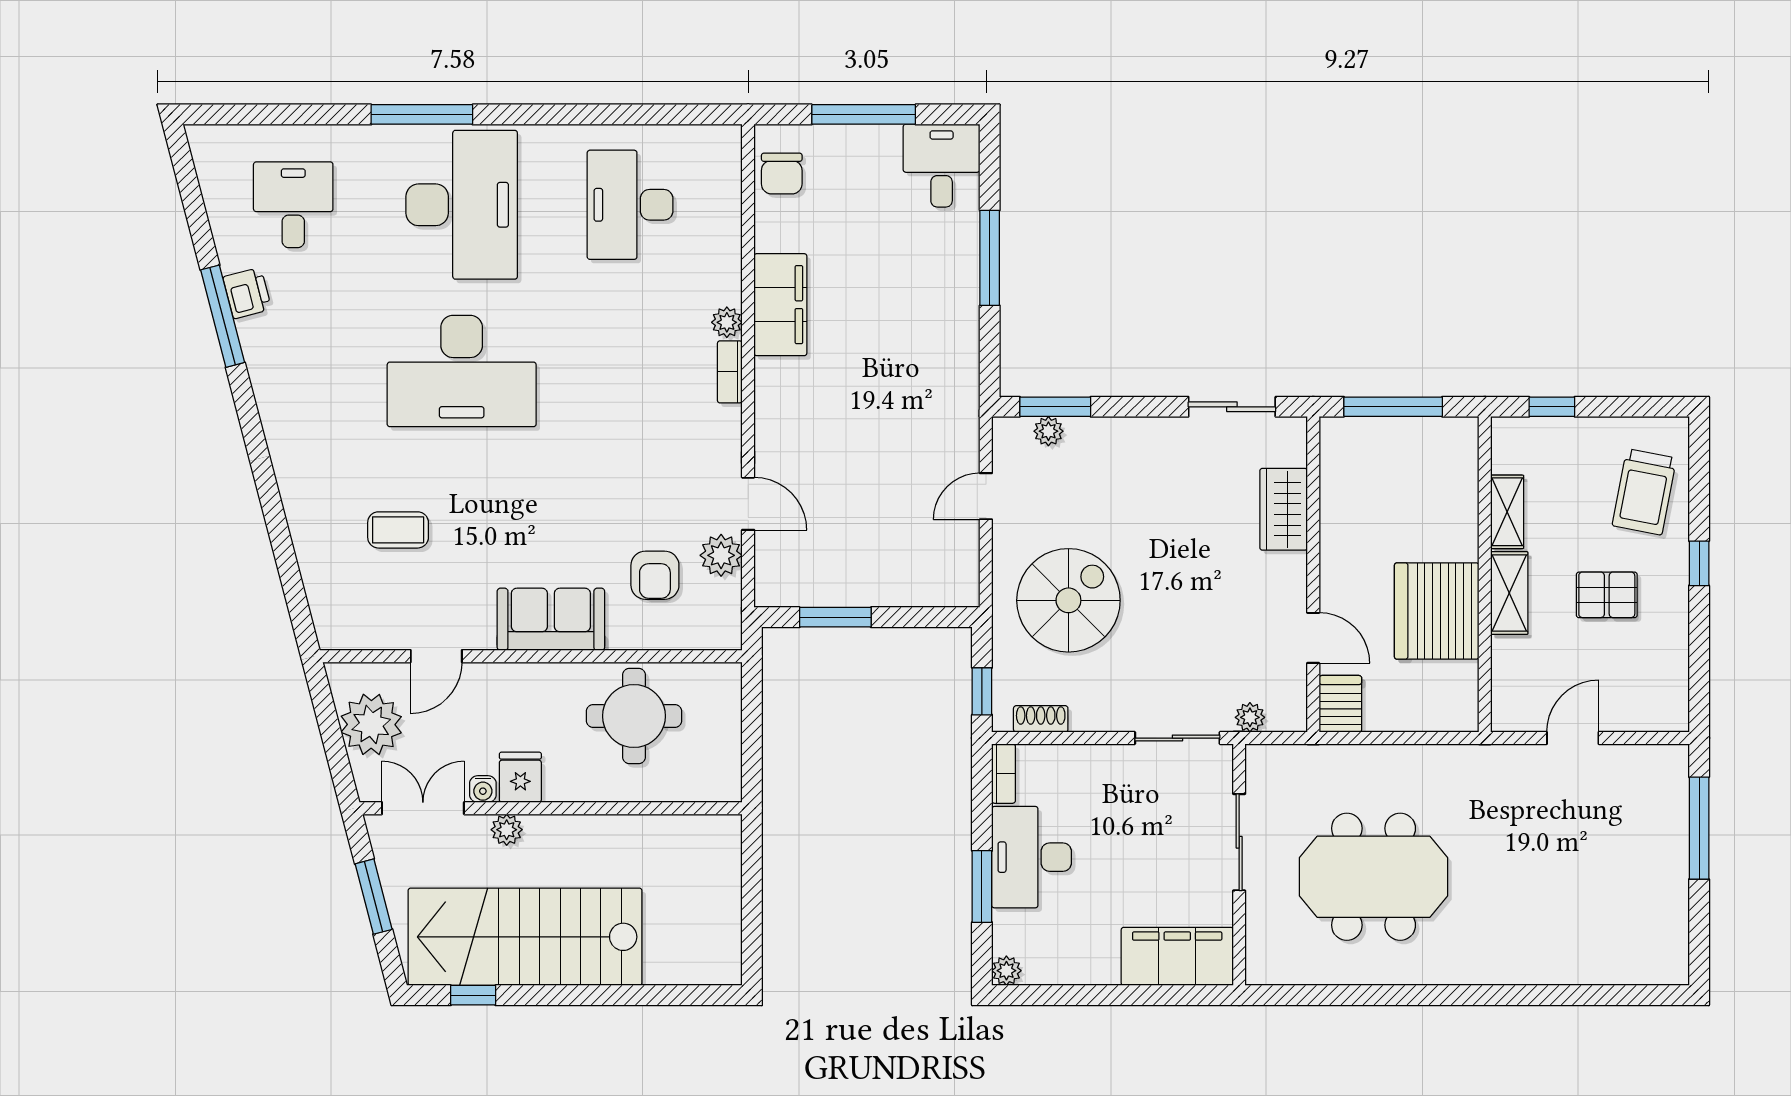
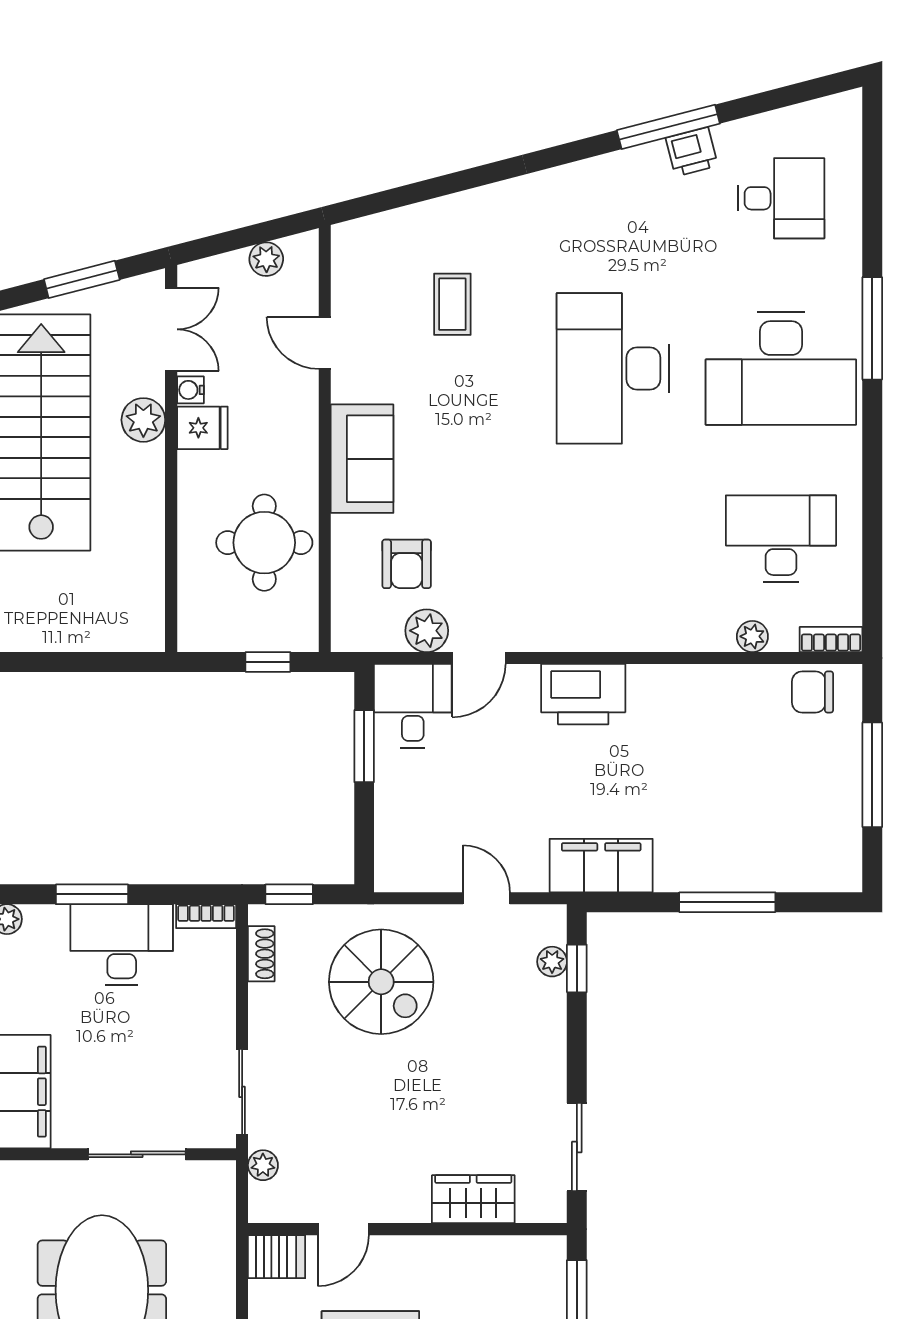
desk: (942, 166) -> (413, 706), moved, turned -90
filing cabinet: (780, 305) -> (601, 866), moved, turned 180
plant: (727, 322) -> (752, 636), moved
bookcase: (730, 372) -> (831, 640), moved
printer: (784, 400) -> (583, 694), added
window: (1055, 407) -> (577, 968), width x0.67
armchair: (655, 575) -> (407, 564), turned -90
window: (752, 712) -> (268, 662), added
plant: (371, 724) -> (266, 259), width x0.53, depth x0.53
plant: (507, 830) -> (143, 420), width x1.38, depth x1.38

